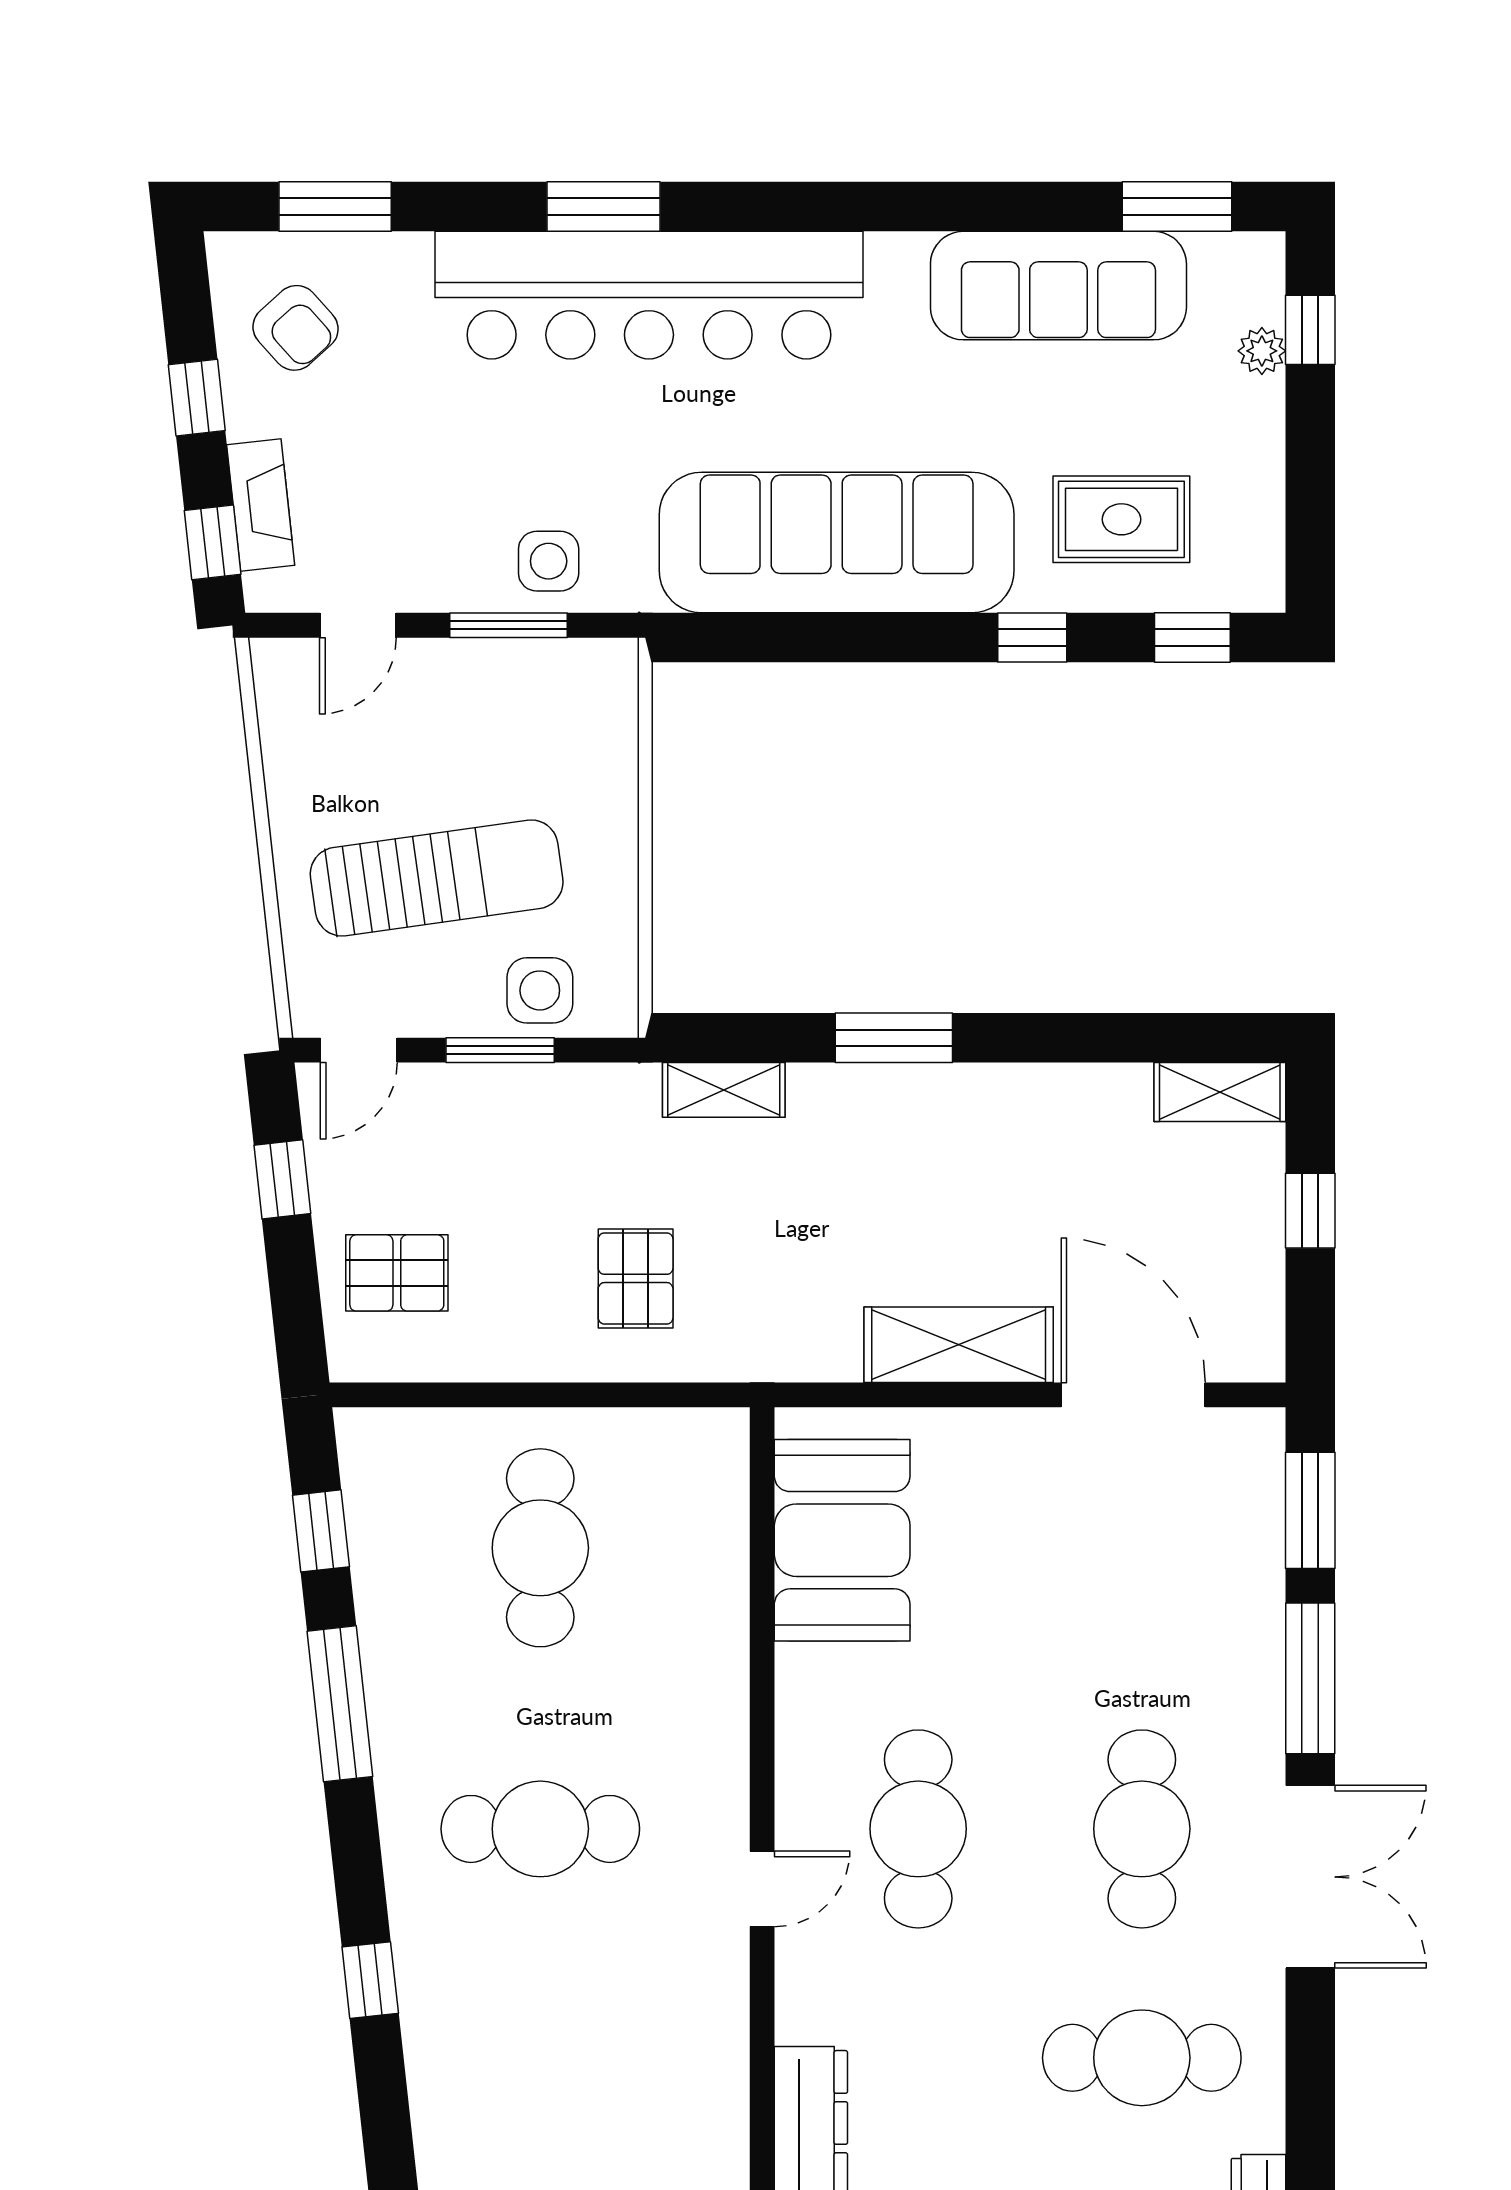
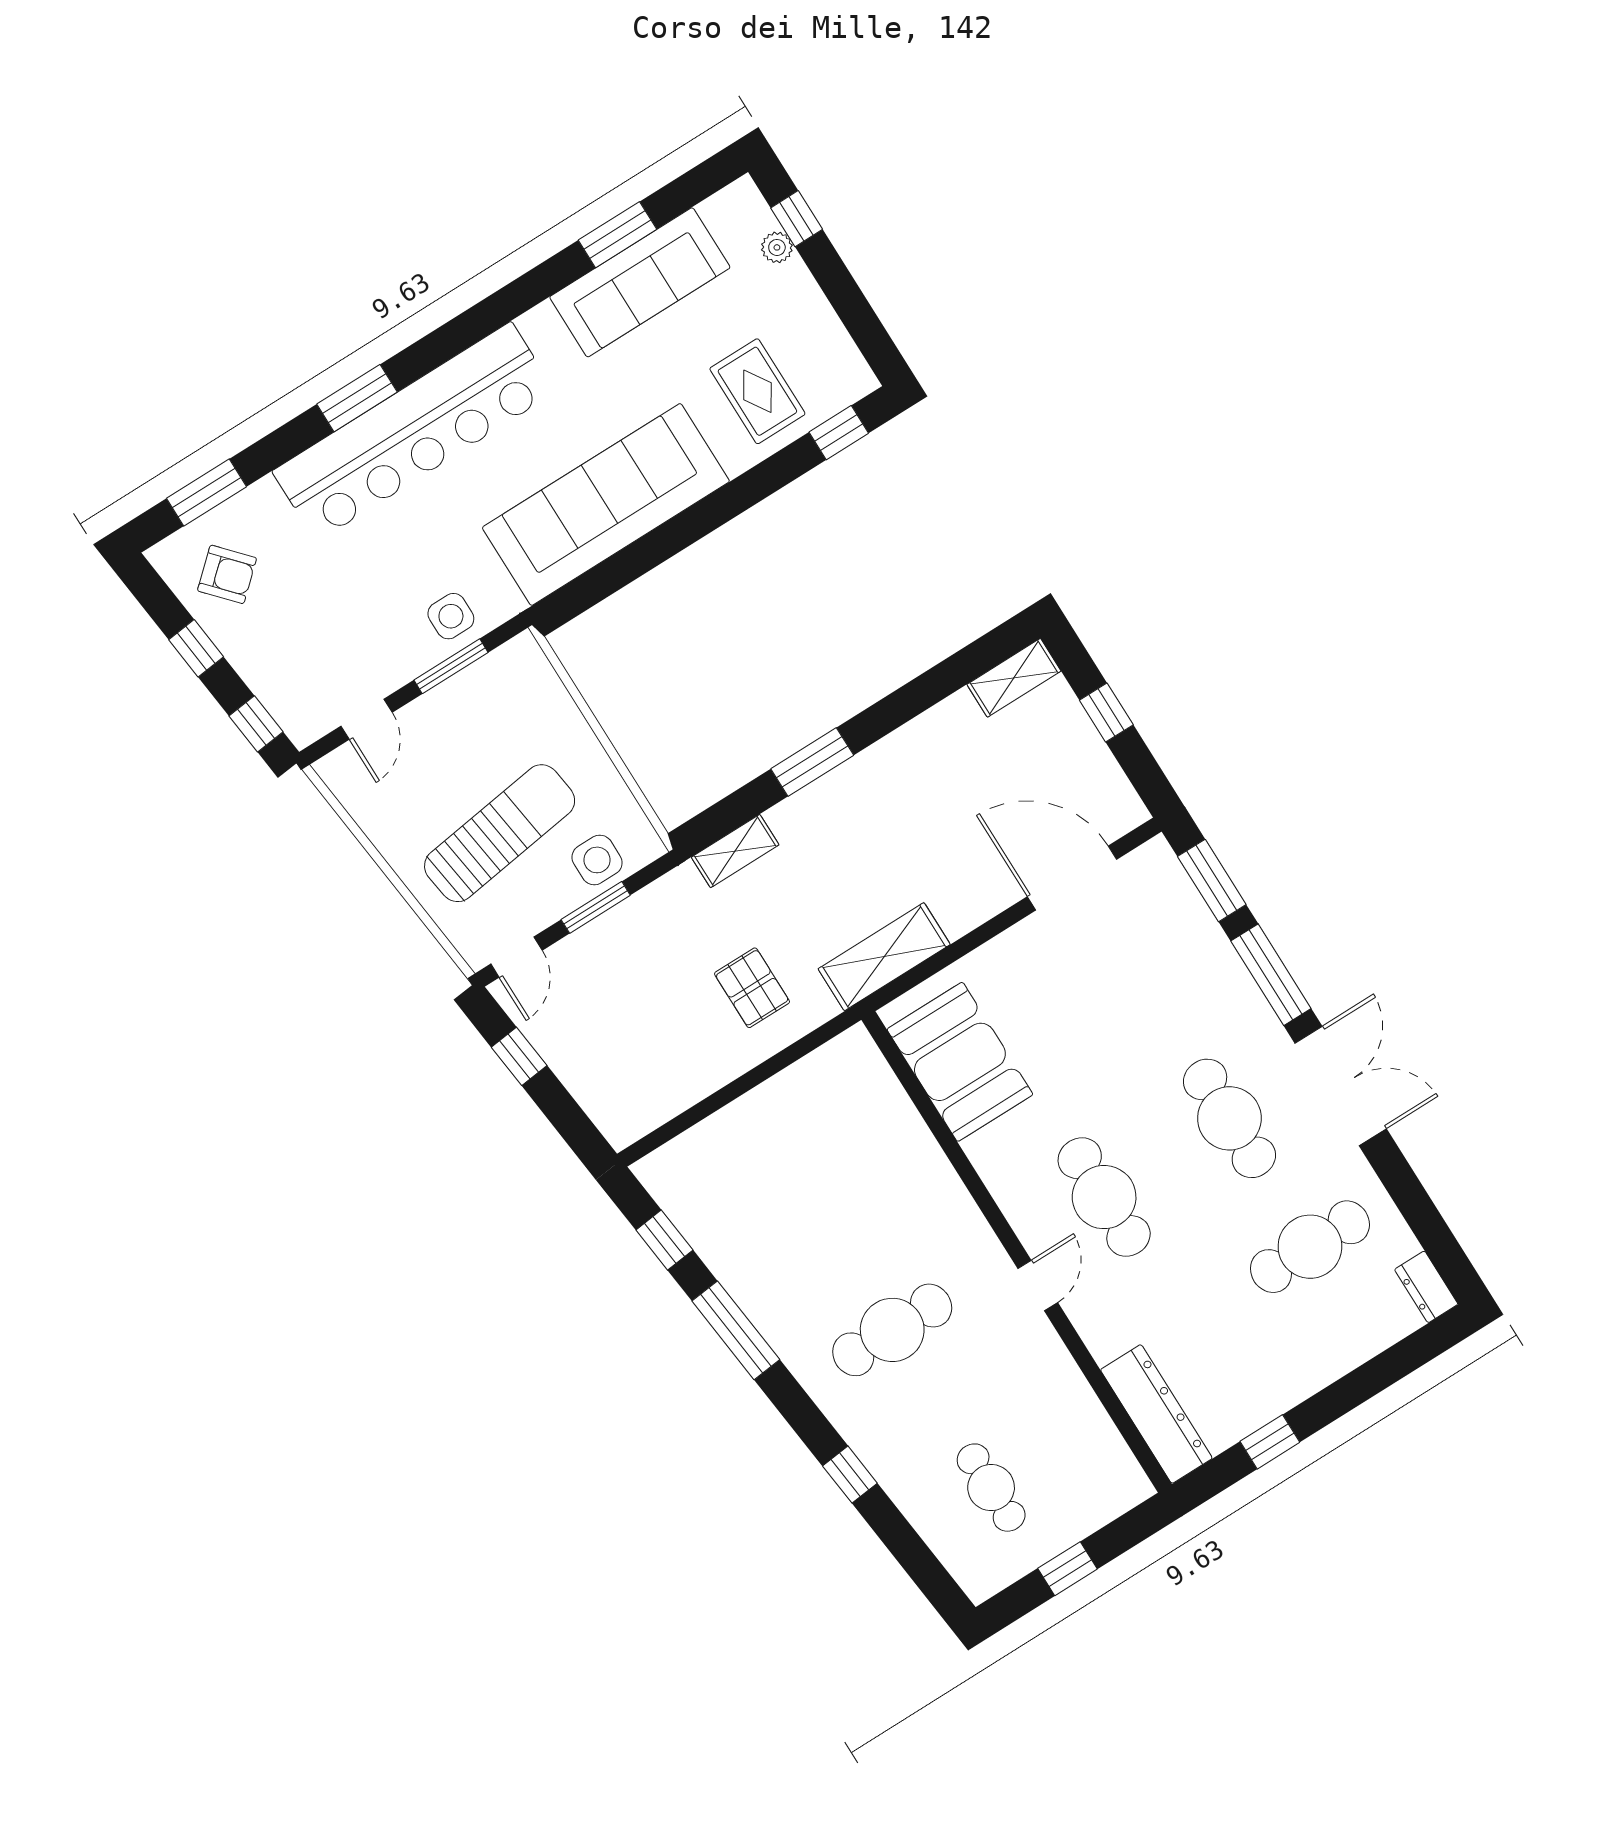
window: (1177, 207) -> (618, 235), moved
fireplace: (261, 505) -> (270, 686), removed
rug: (1121, 519) -> (757, 391), turned 90
window: (1032, 638) -> (749, 489), removed
pallet: (397, 1273) -> (616, 1069), removed
shelving: (959, 1345) -> (884, 957), moved
cafe table: (540, 1548) -> (991, 1488), moved, width x0.73, depth x0.74

